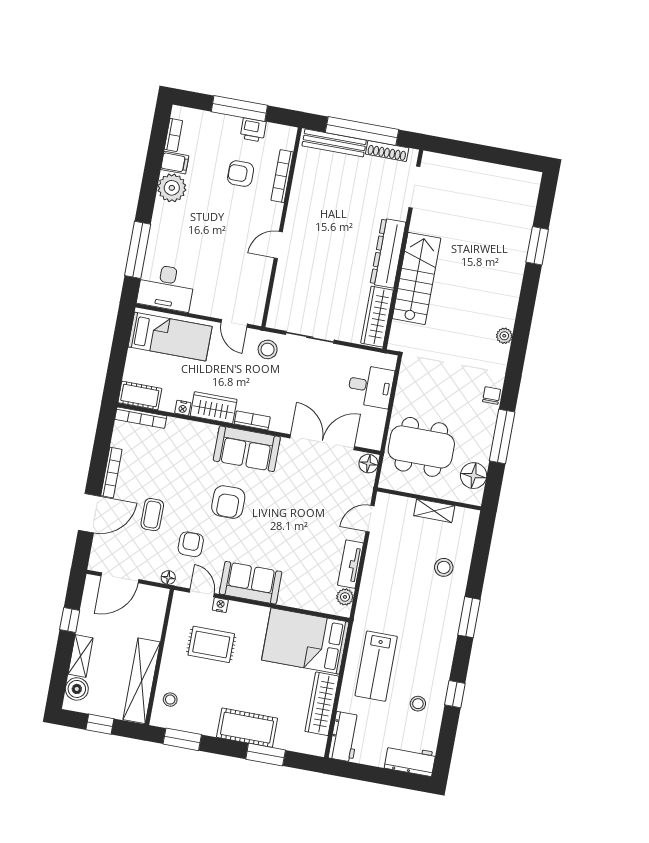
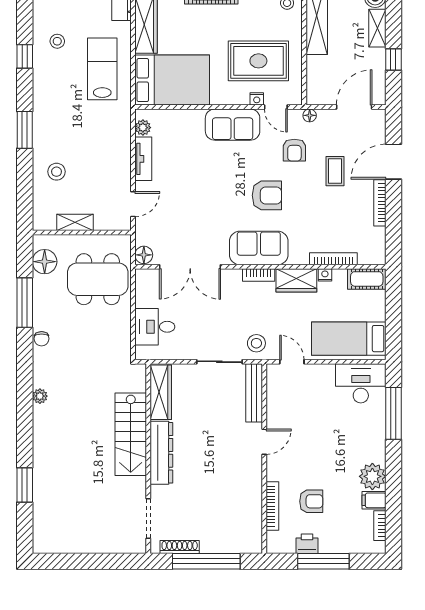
bench: (334, 143) -> (254, 393), moved, turned 90
bookcase: (141, 418) -> (333, 259), moved
armchair: (228, 502) -> (267, 195), turned 90
rug: (211, 644) -> (258, 61), width x1.36, depth x1.43

